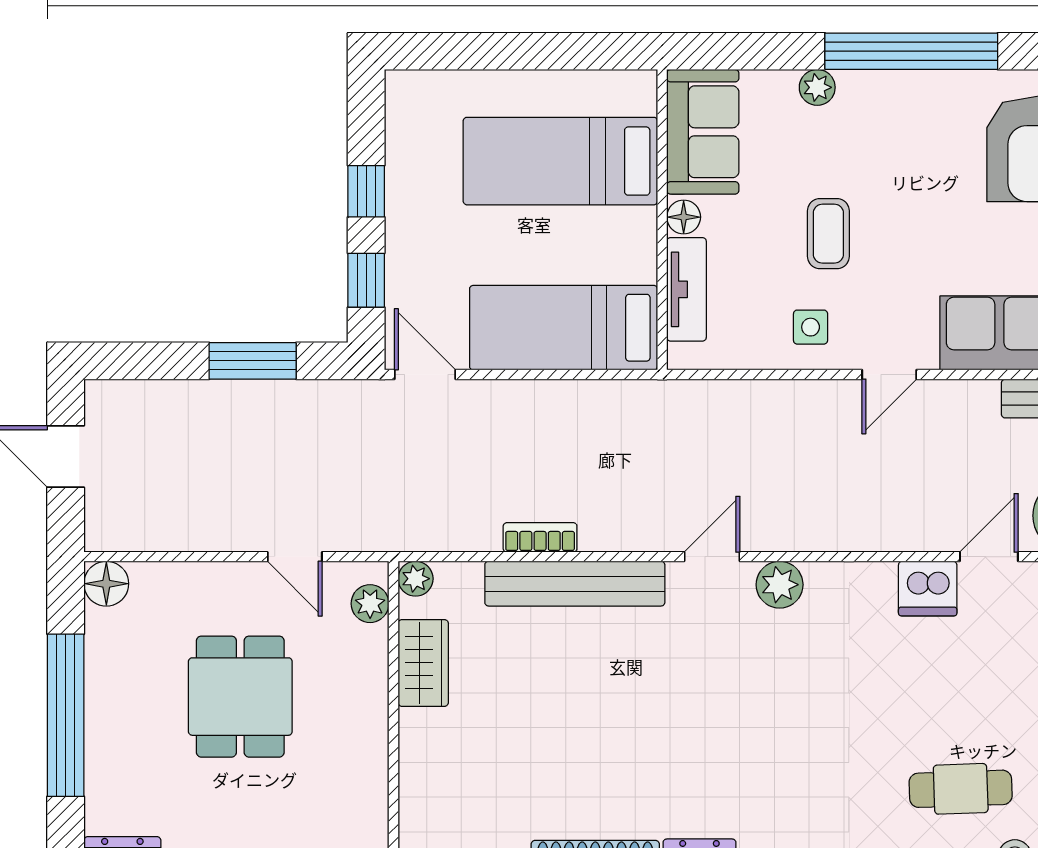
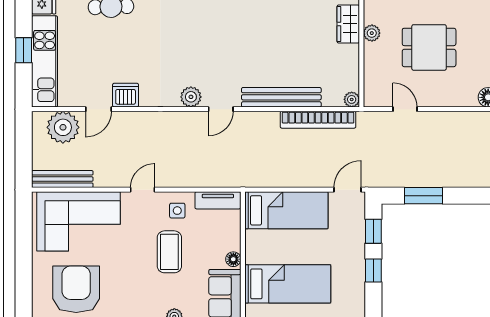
coffee table: (828, 234) -> (169, 252), width x1.36, depth x1.30
tv unit: (686, 289) -> (218, 200), moved, turned -90
door: (425, 375) -> (348, 190), swing flipped
bookcase: (540, 537) -> (318, 120), width x2.31, depth x1.31
plant: (370, 604) -> (372, 33), moved
wardrobe: (423, 663) -> (348, 24), moved
dining table: (240, 697) -> (429, 47), turned 90

